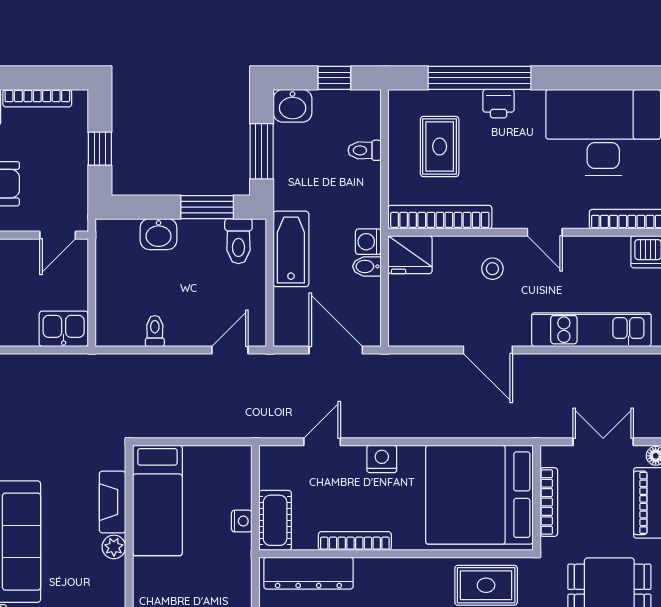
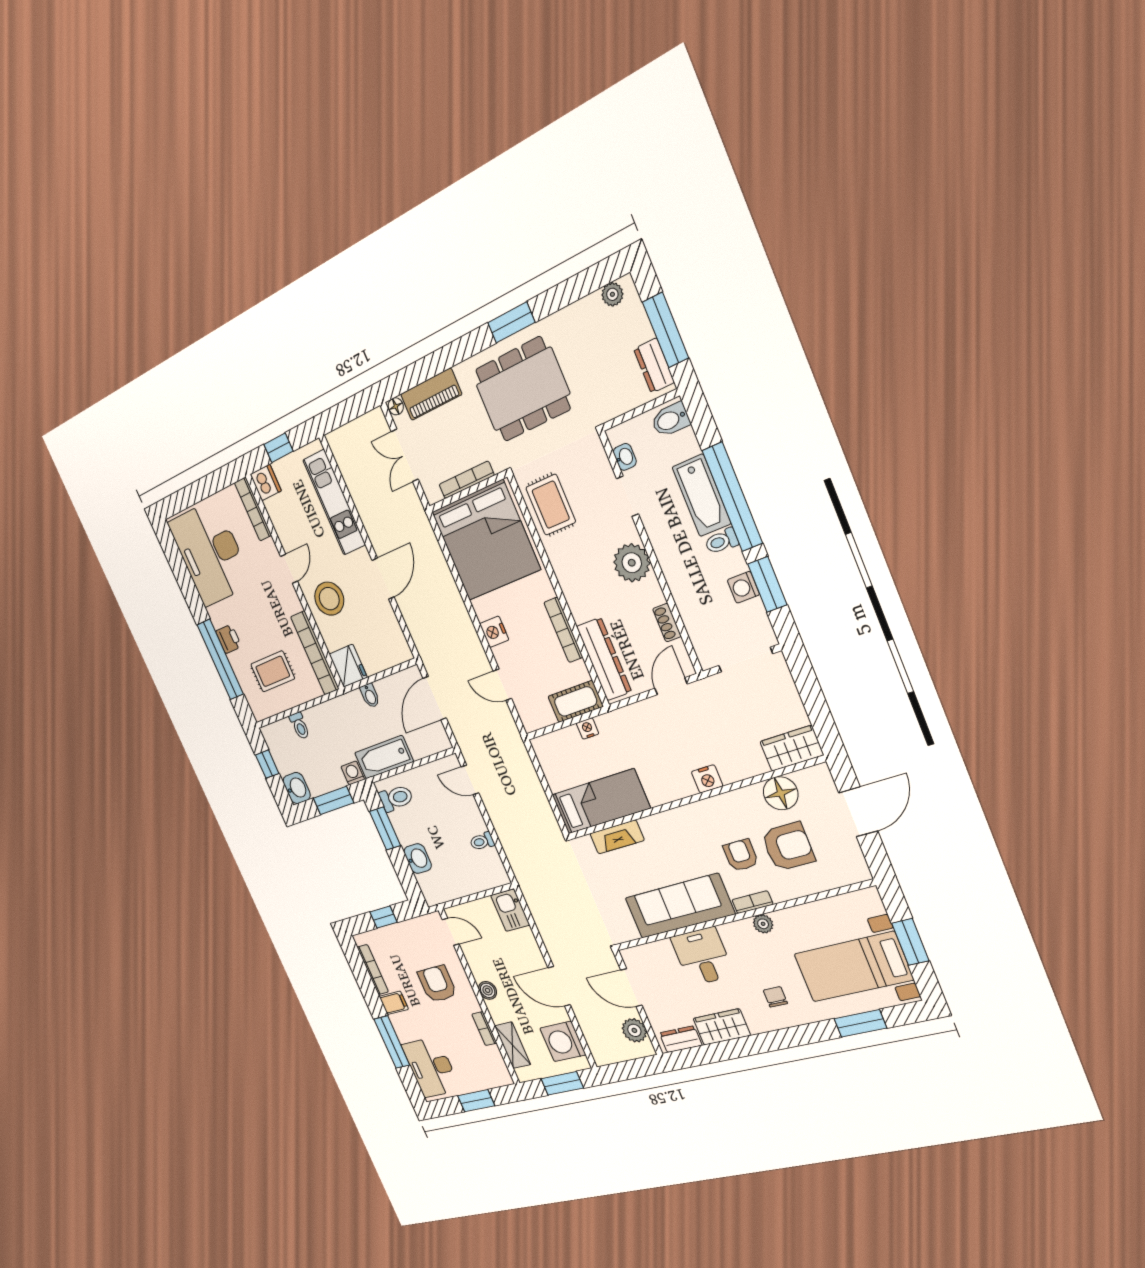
washing machine: (368, 242) -> (353, 773), moved, turned 180
stool: (492, 269) -> (329, 599), width x1.89, depth x1.89
plant: (114, 547) -> (651, 826), removed

